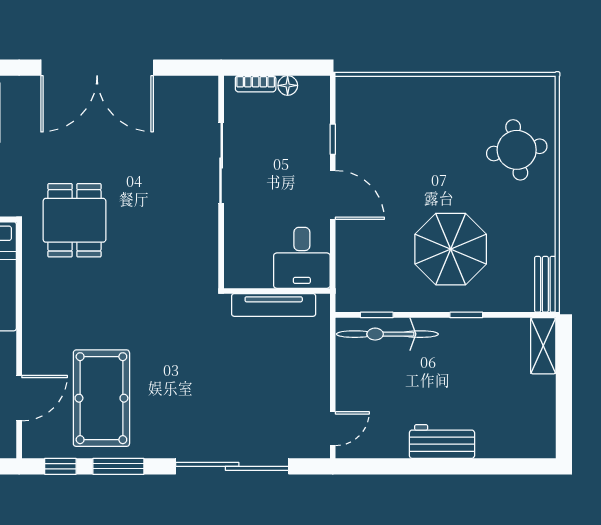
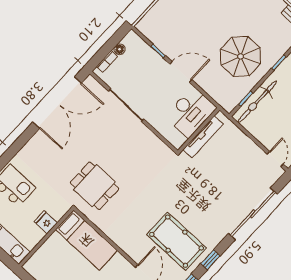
double door: (97, 68) -> (57, 103), moved
parasol: (451, 249) -> (240, 56), moved
desk: (302, 258) -> (191, 112), width x1.37
window: (118, 466) -> (210, 260), width x0.67

